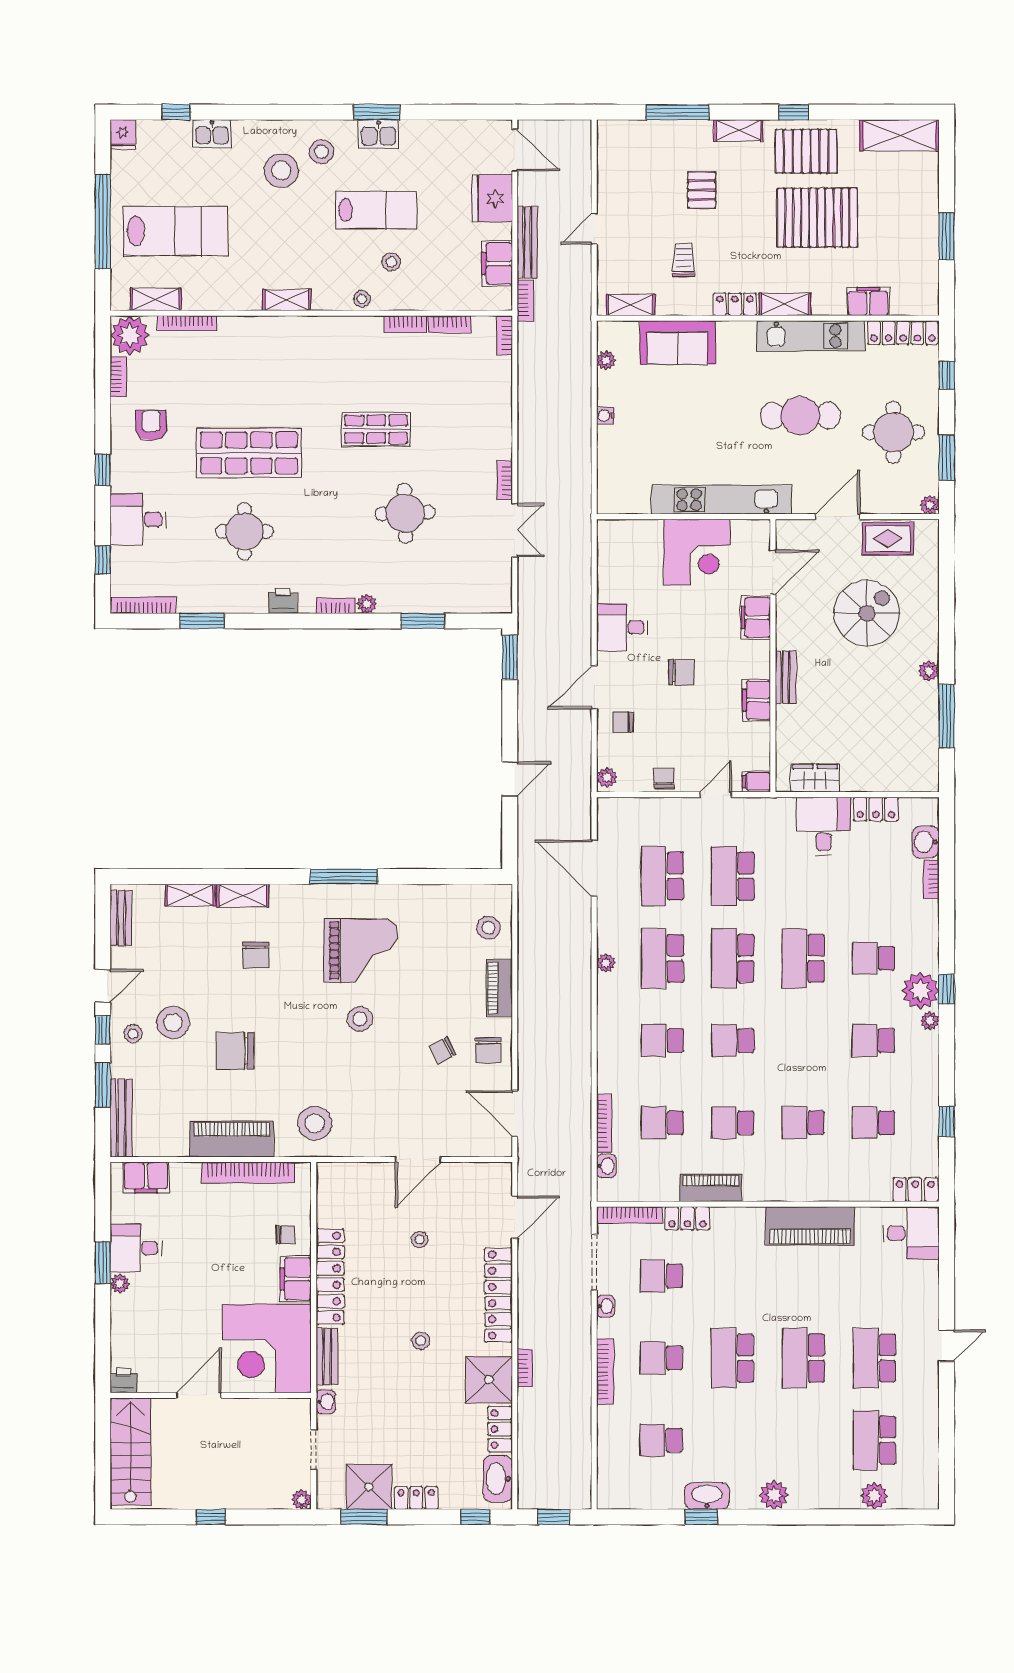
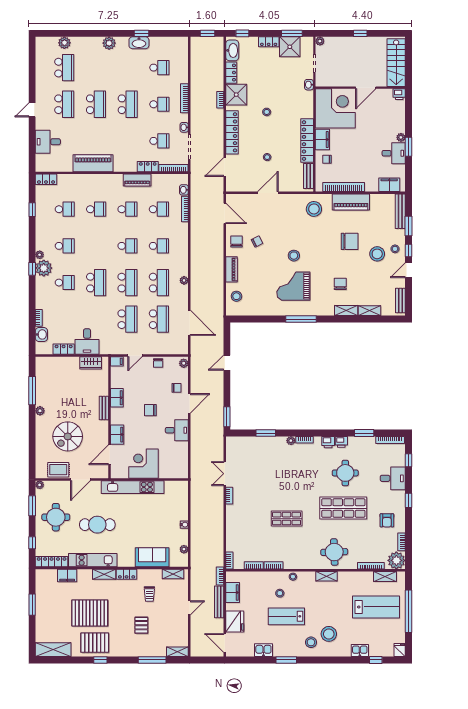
shelving: (738, 130) -> (177, 652), moved
kitchen sink: (378, 134) -> (263, 650), moved
lab bench: (176, 231) -> (376, 607), turned 180
round table: (405, 513) -> (334, 552), moved
printer: (253, 601) -> (341, 442), added
desk: (911, 1233) -> (48, 142), moved
bench: (327, 1356) -> (308, 176), moved

